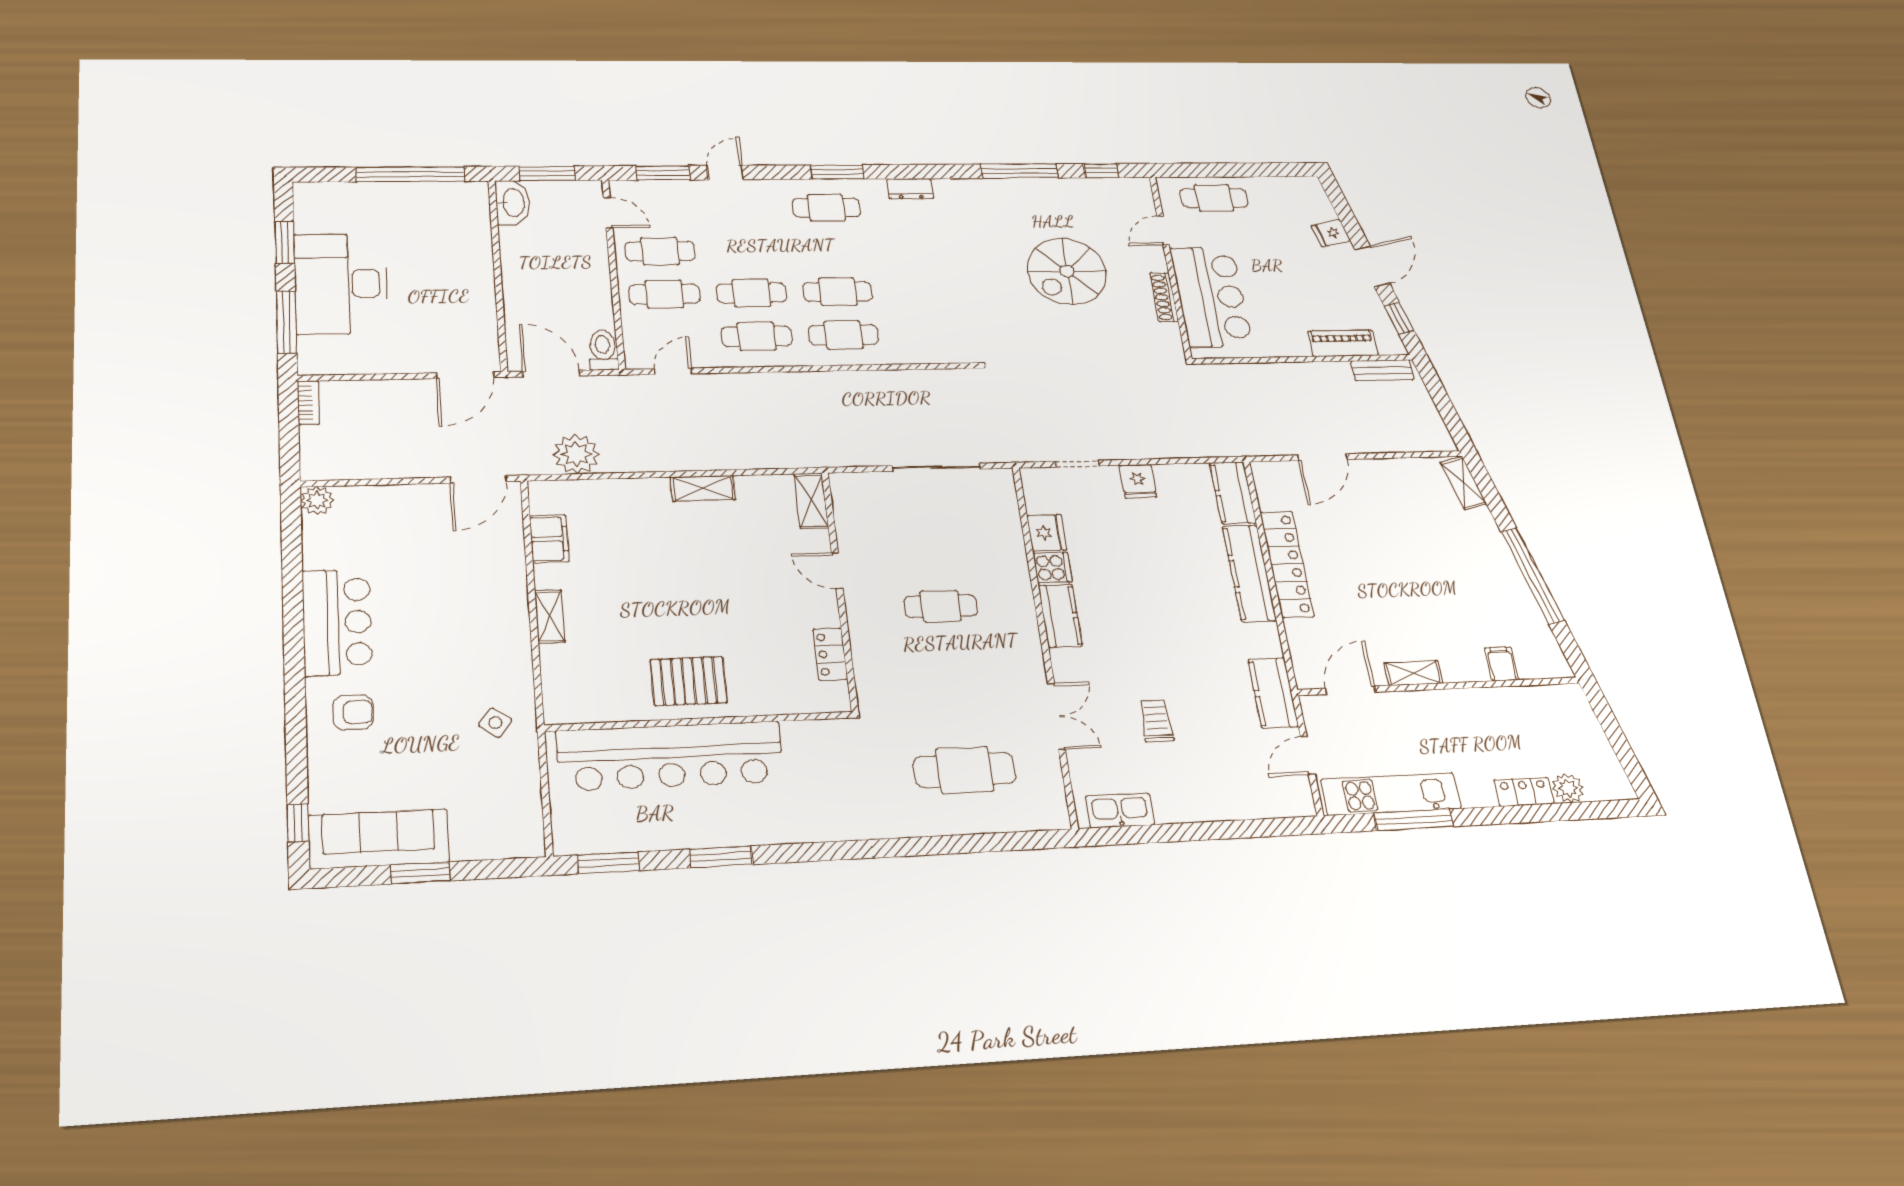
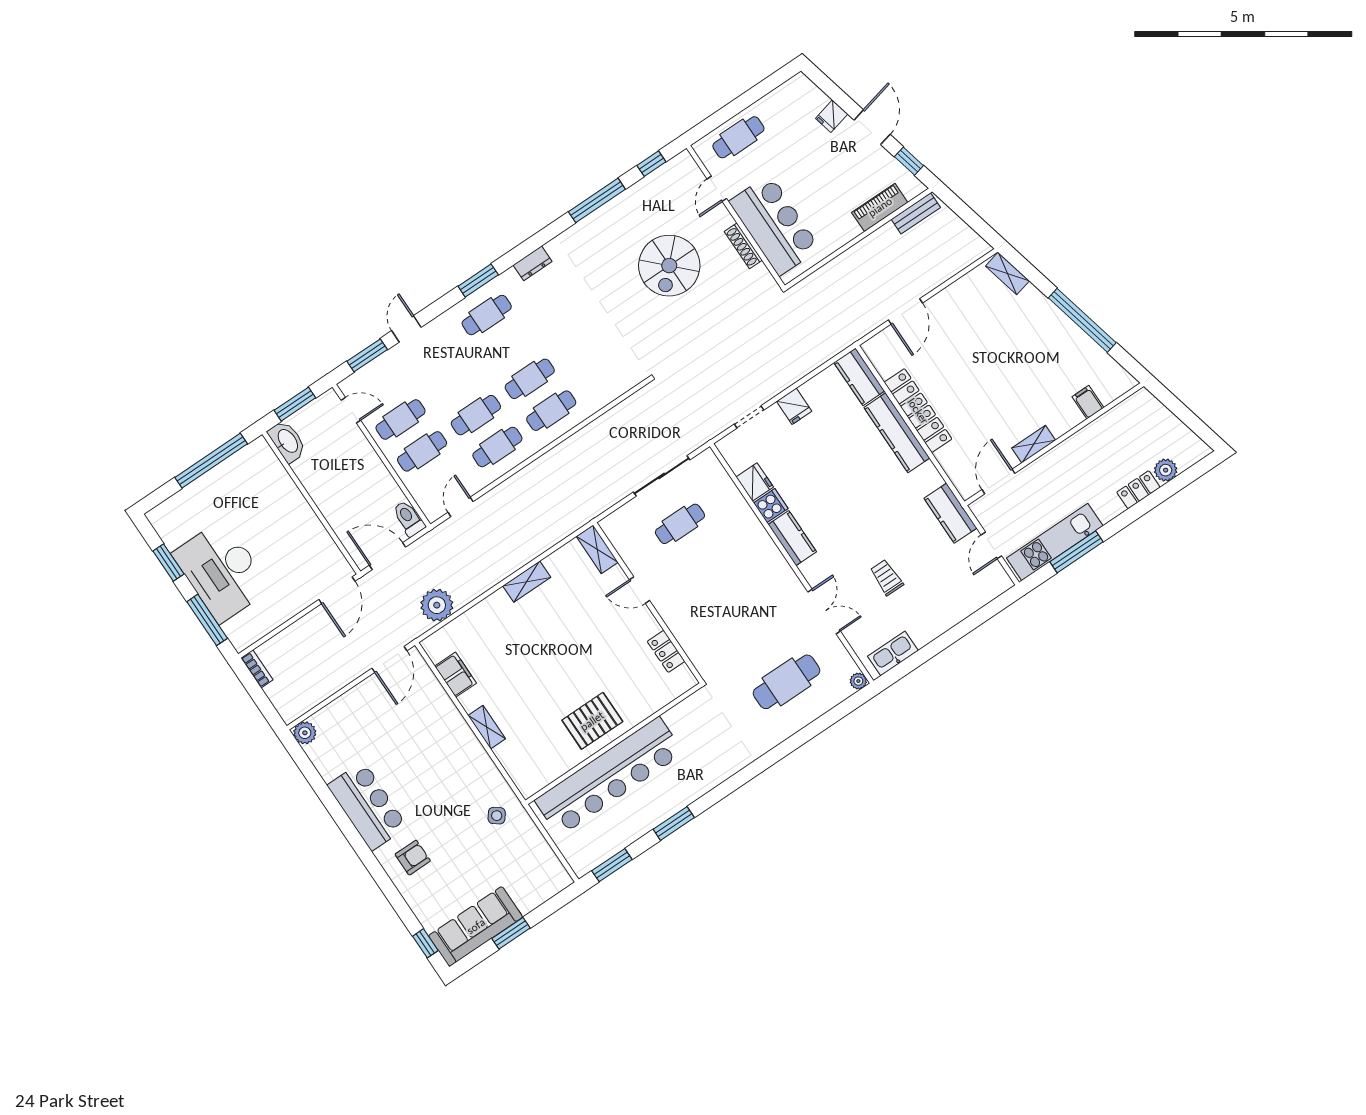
cafe table: (941, 606) -> (680, 524), moved
plant: (1058, 819) -> (858, 681), added

